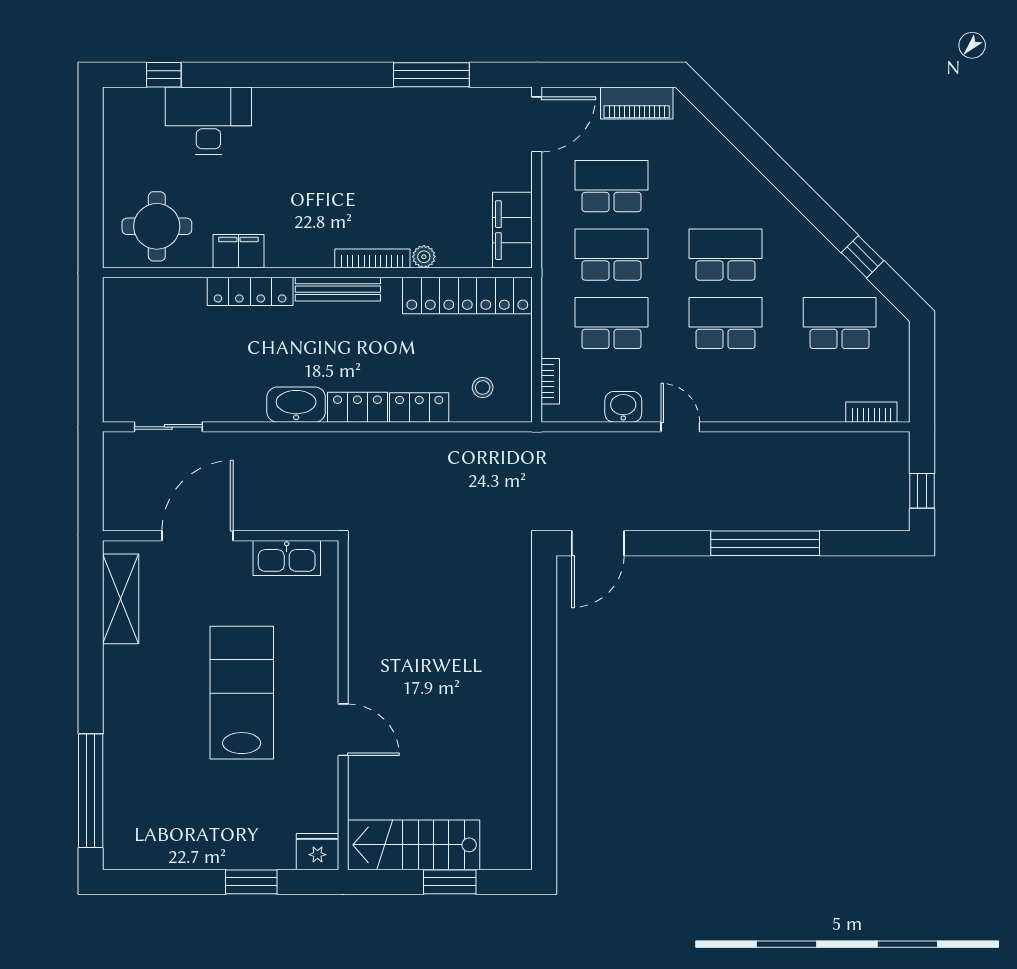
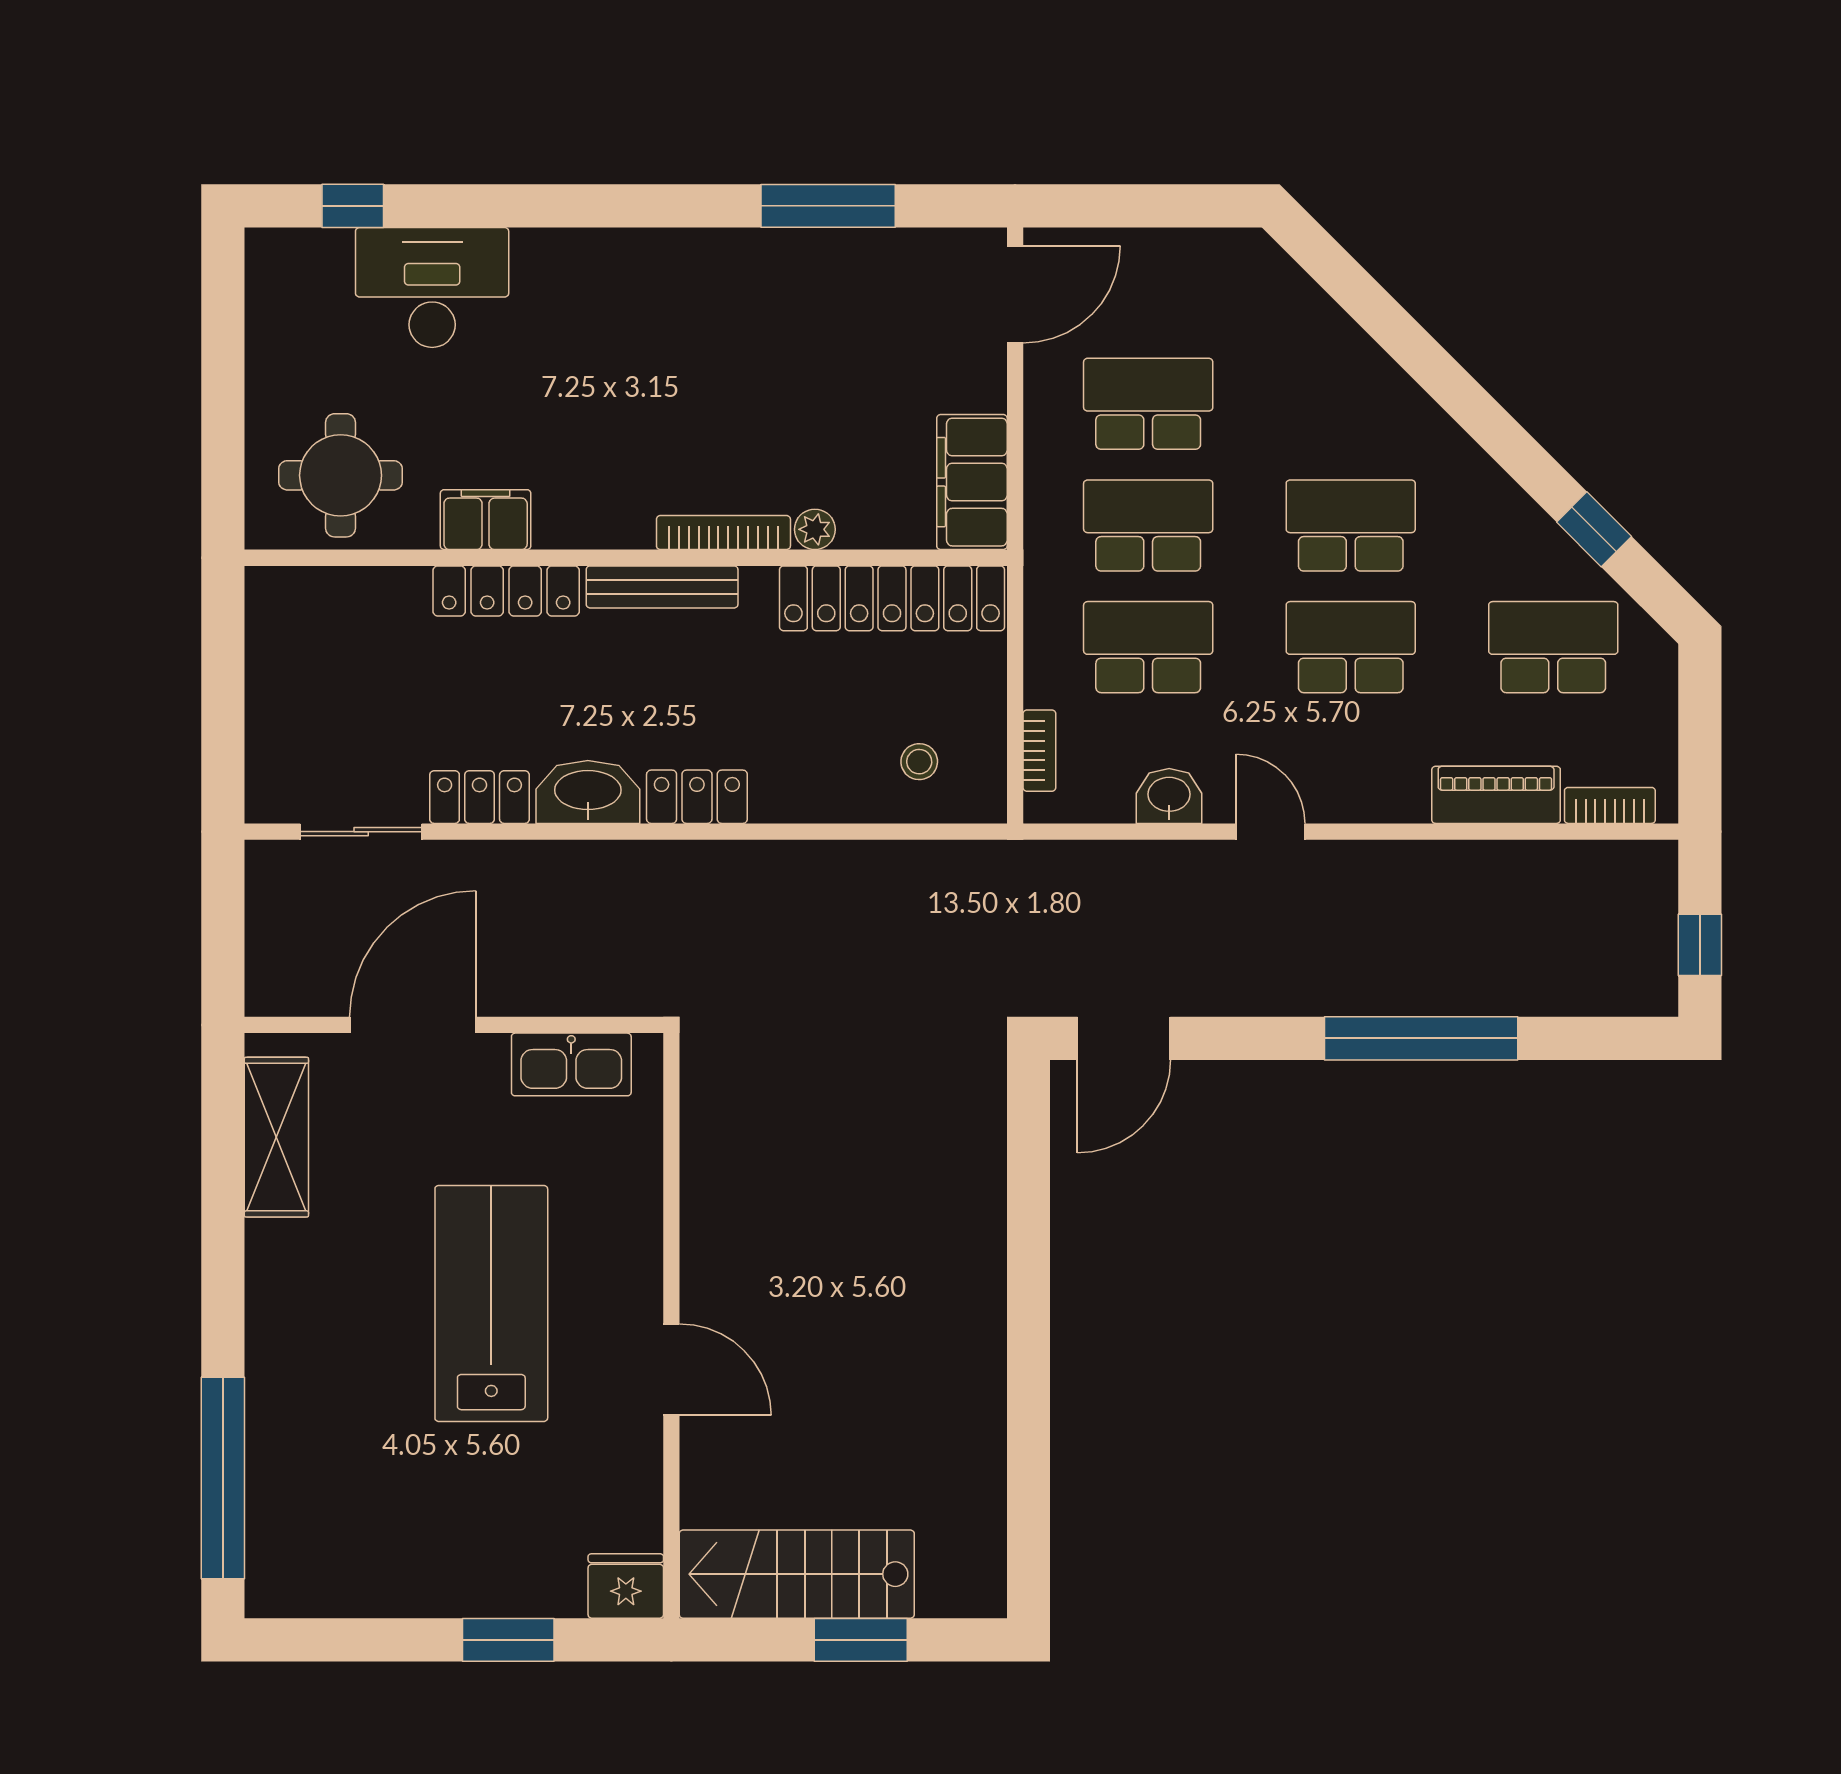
piano: (637, 103) -> (1496, 795), moved, turned 180
locker: (419, 407) -> (479, 797), moved

